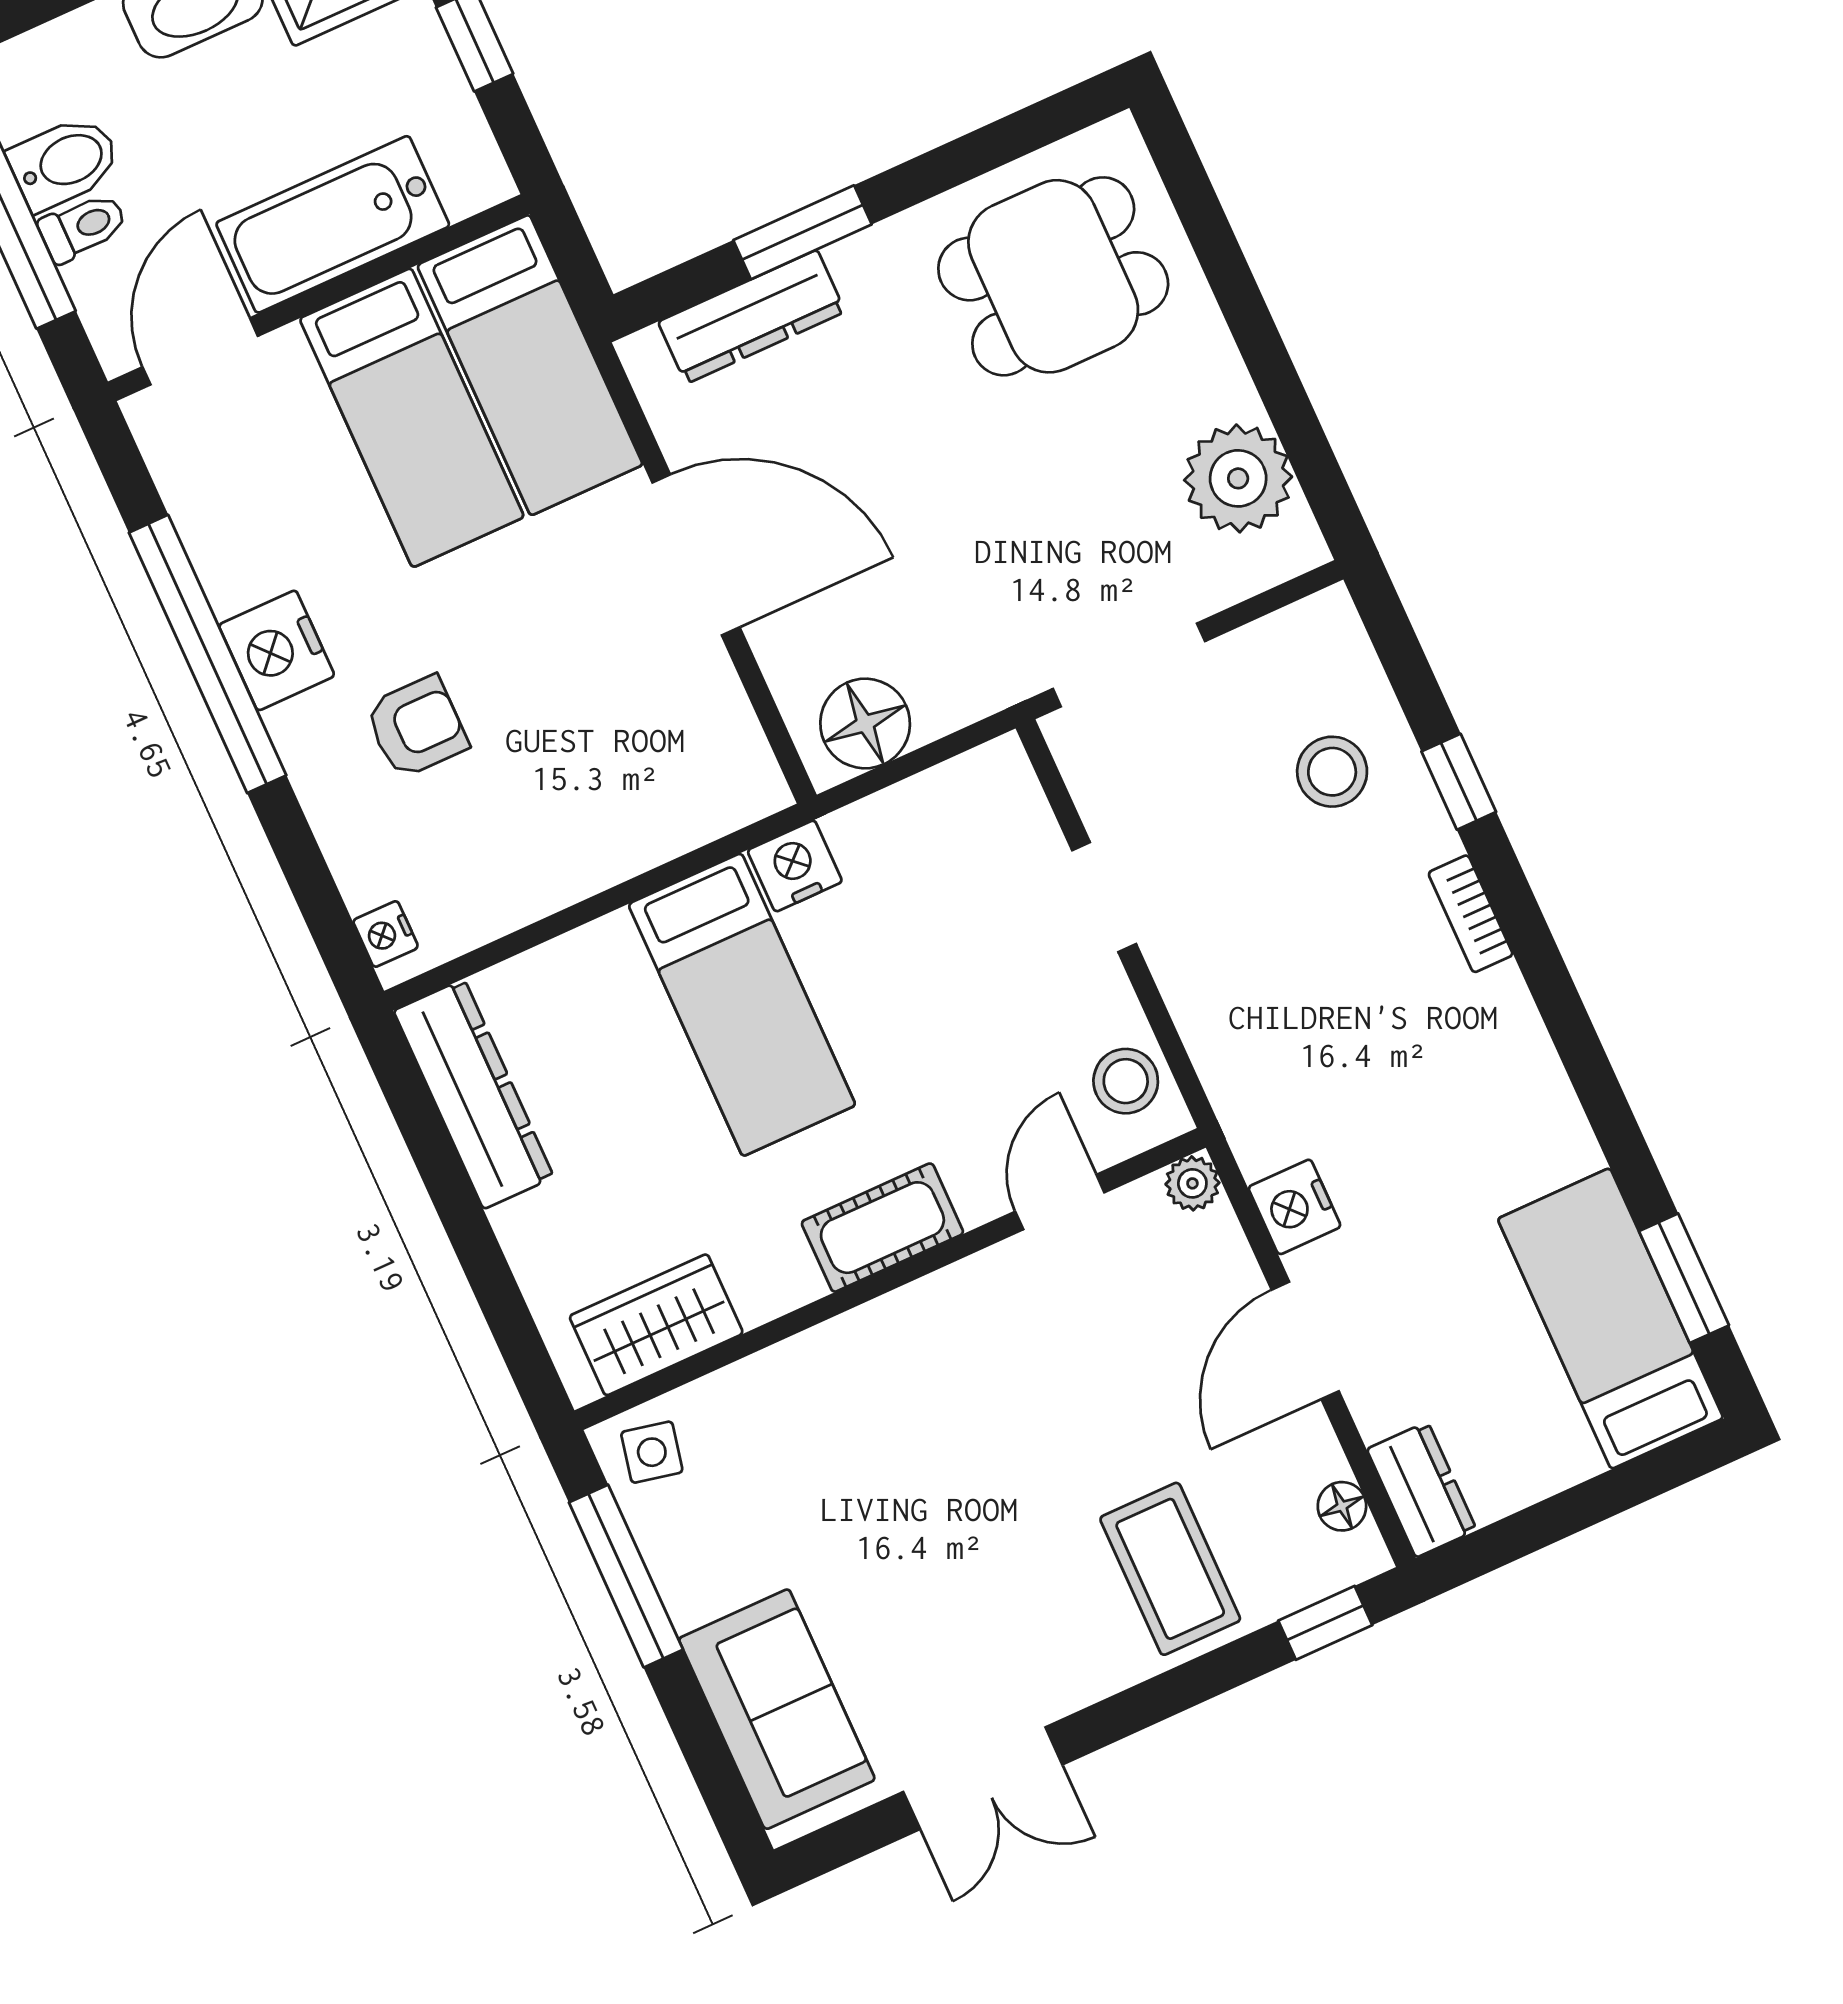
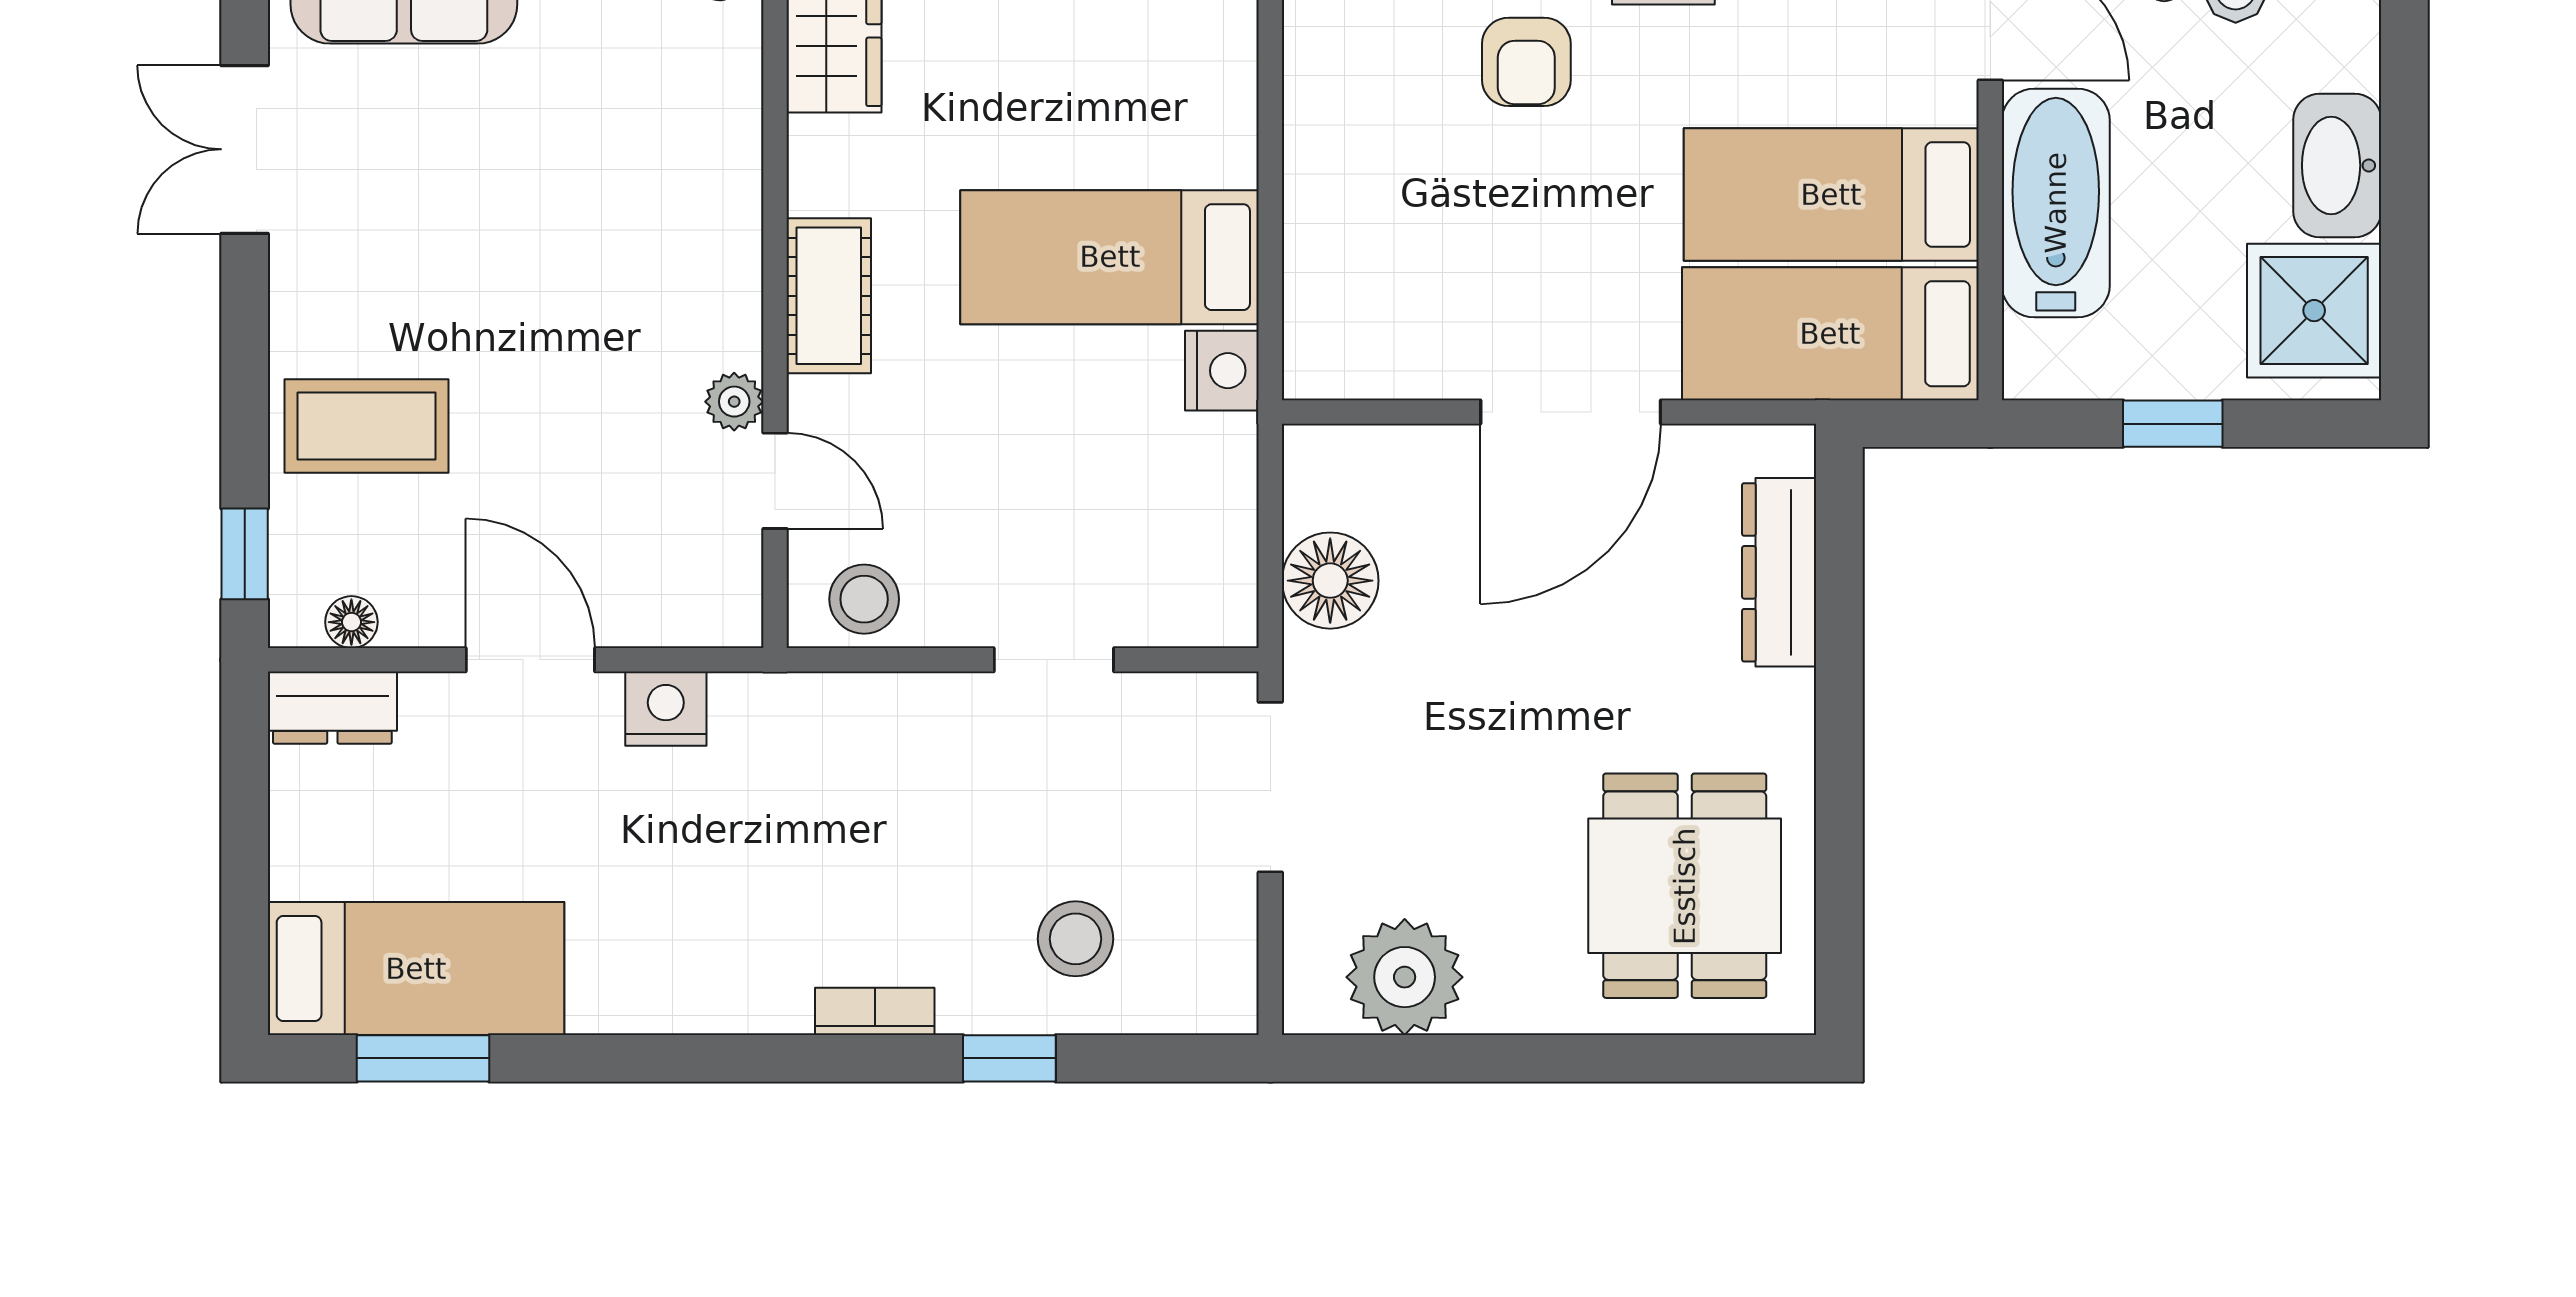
window: (803, 232) -> (1839, 660), removed
floor lamp: (865, 724) -> (1330, 581), moved
plant: (1192, 1183) -> (734, 402), moved

